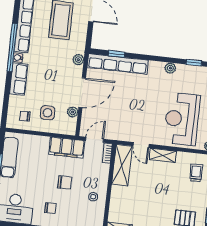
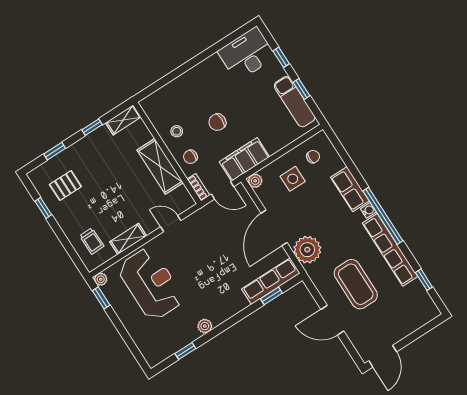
plant: (78, 60) -> (307, 250), width x1.87, depth x1.87
row of seats: (118, 64) -> (271, 281), width x0.73
plant: (73, 112) -> (255, 181), moved
door: (95, 140) -> (222, 190), hinge flipped
shelving: (163, 155) -> (128, 239), moved
shelving: (122, 165) -> (160, 166), moved
chair: (50, 208) -> (190, 157), moved

